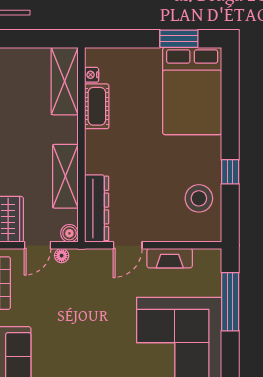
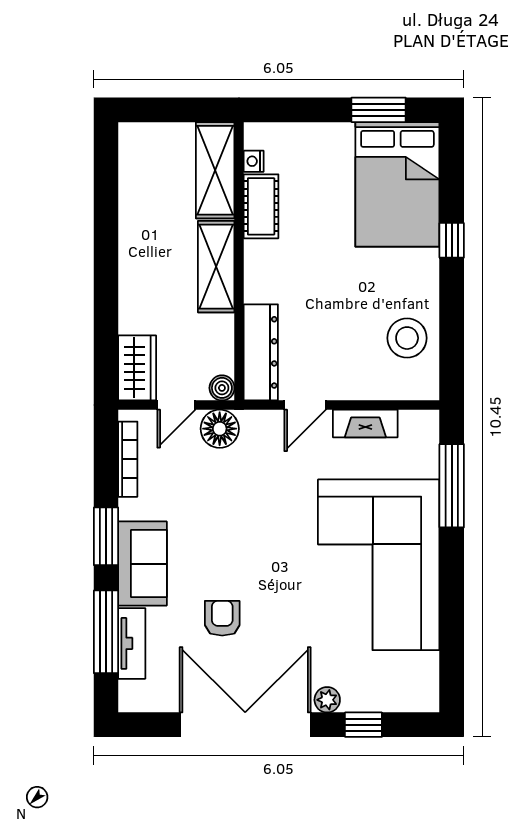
window: (230, 172) -> (452, 240), moved
shelving: (65, 176) -> (216, 267), moved
floor lamp: (62, 256) -> (220, 429), width x1.89, depth x1.89

